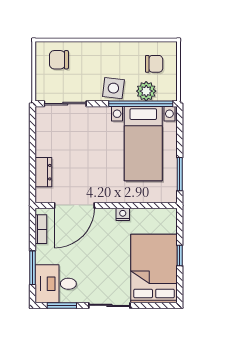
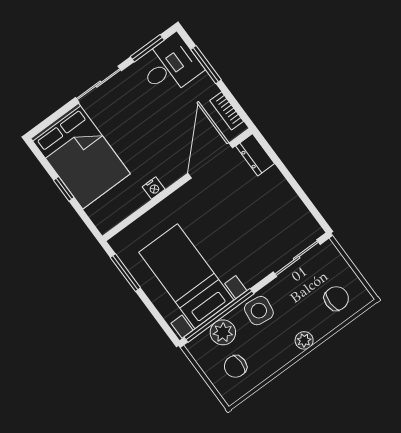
plant: (99, 48) -> (304, 340), added
dresser: (43, 172) -> (255, 155), moved

